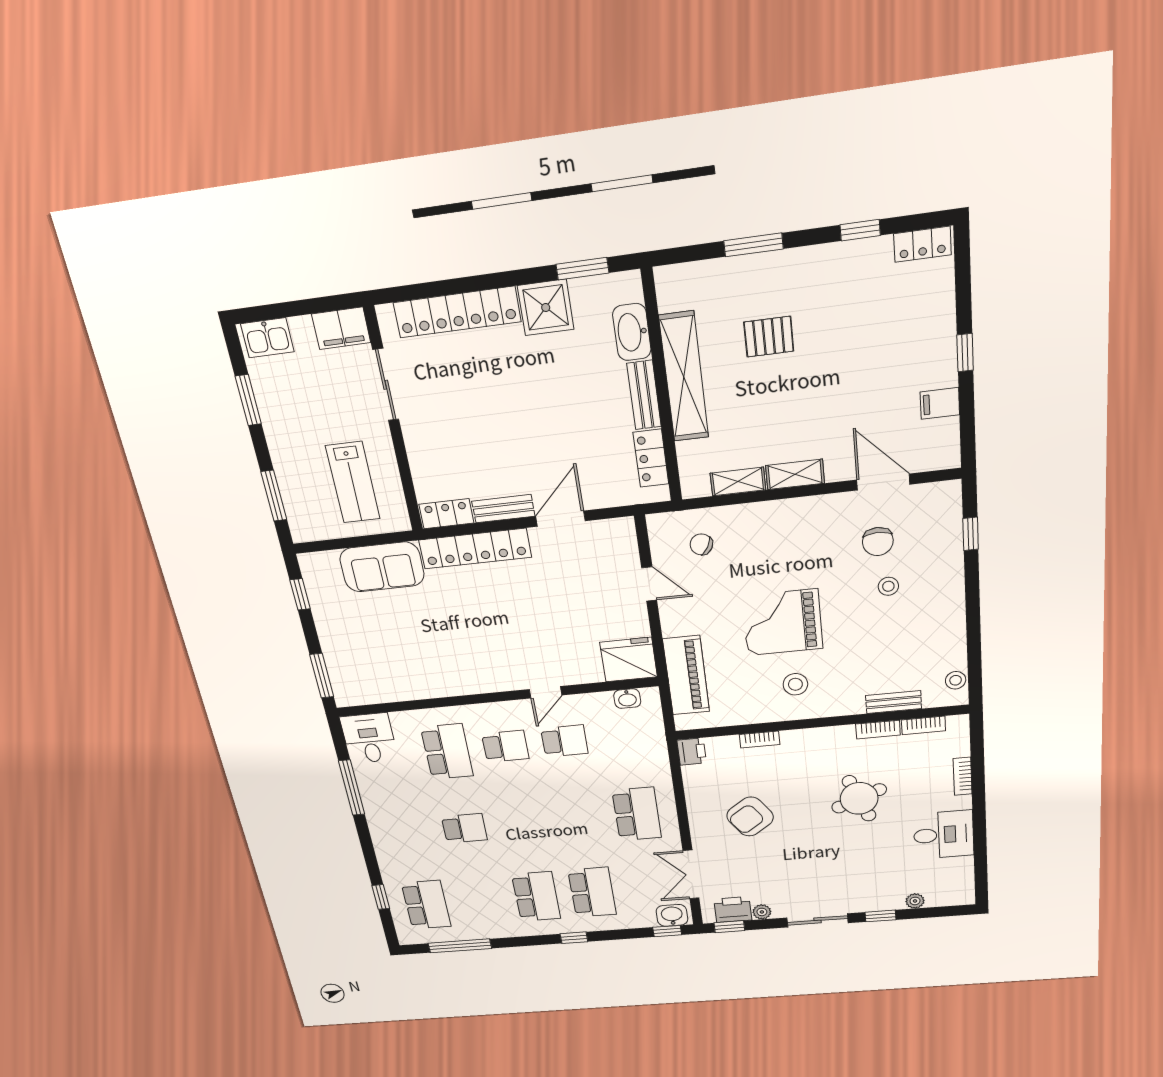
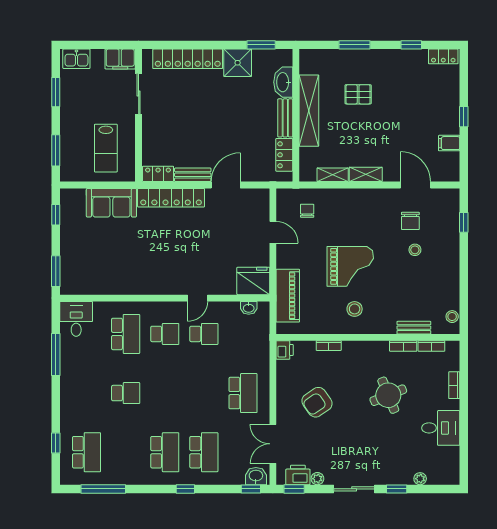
chair: (701, 544) -> (307, 211), turned 61
grand piano: (782, 622) -> (350, 266), turned 180

